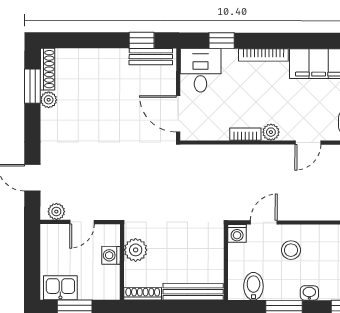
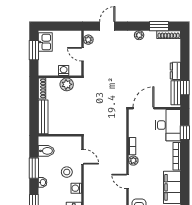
dresser: (112, 57) -> (175, 71), added
desk: (201, 70) -> (168, 125), width x1.37
plant: (49, 100) -> (139, 35), moved
washing machine: (237, 233) -> (76, 188), moved

